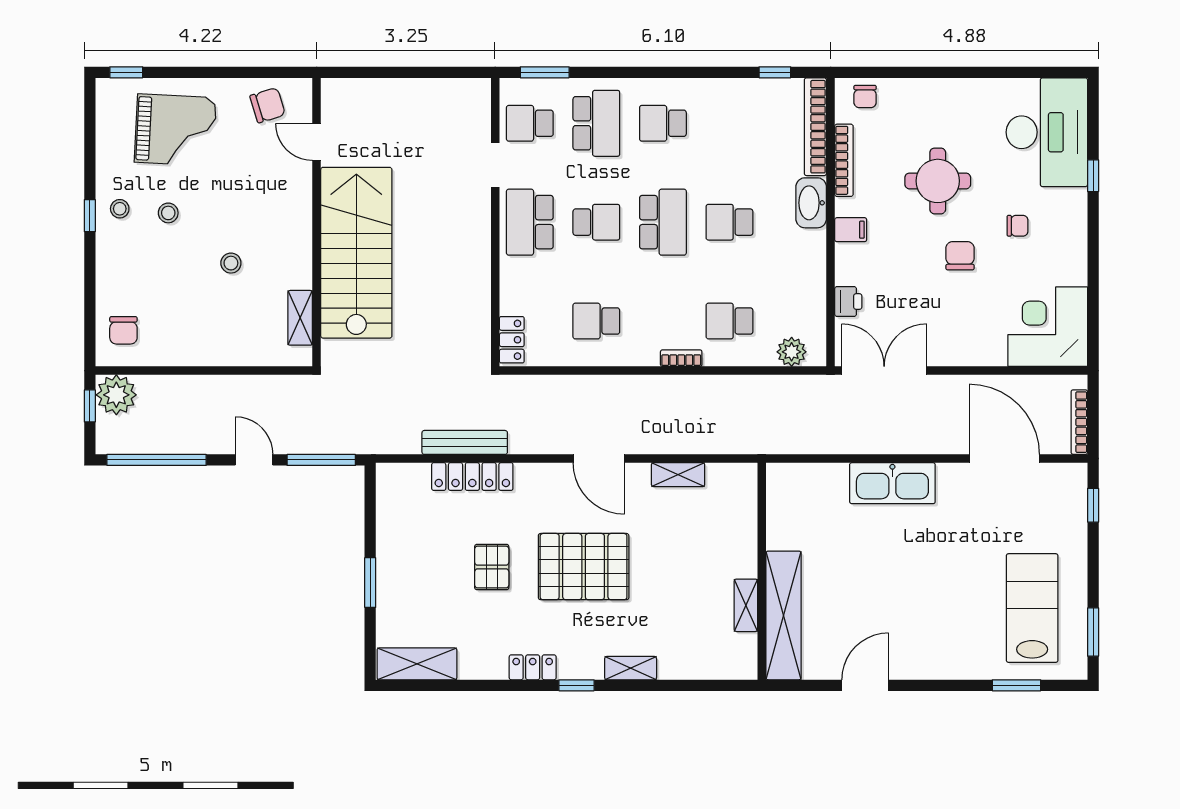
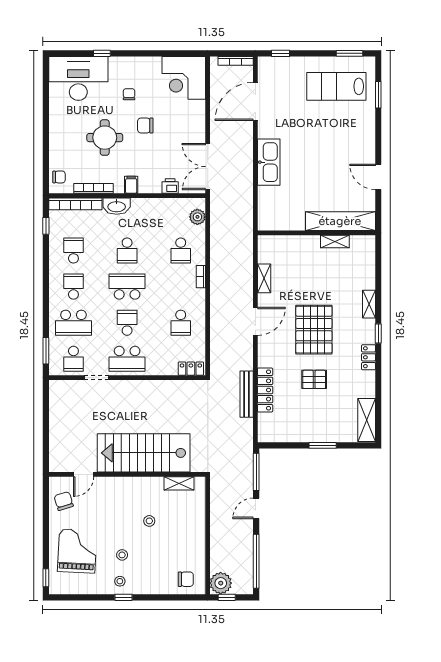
school desk: (596, 123) -> (73, 323), turned 180
school desk: (663, 123) -> (73, 287), turned 180
school desk: (729, 123) -> (73, 251), added

